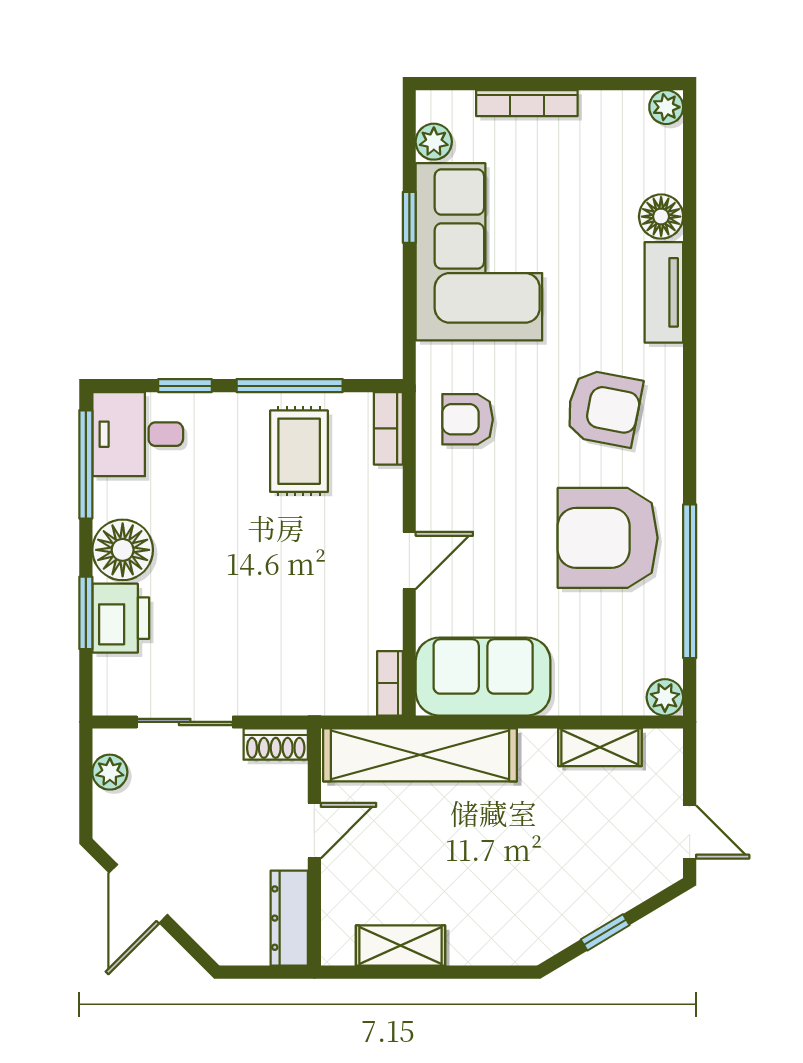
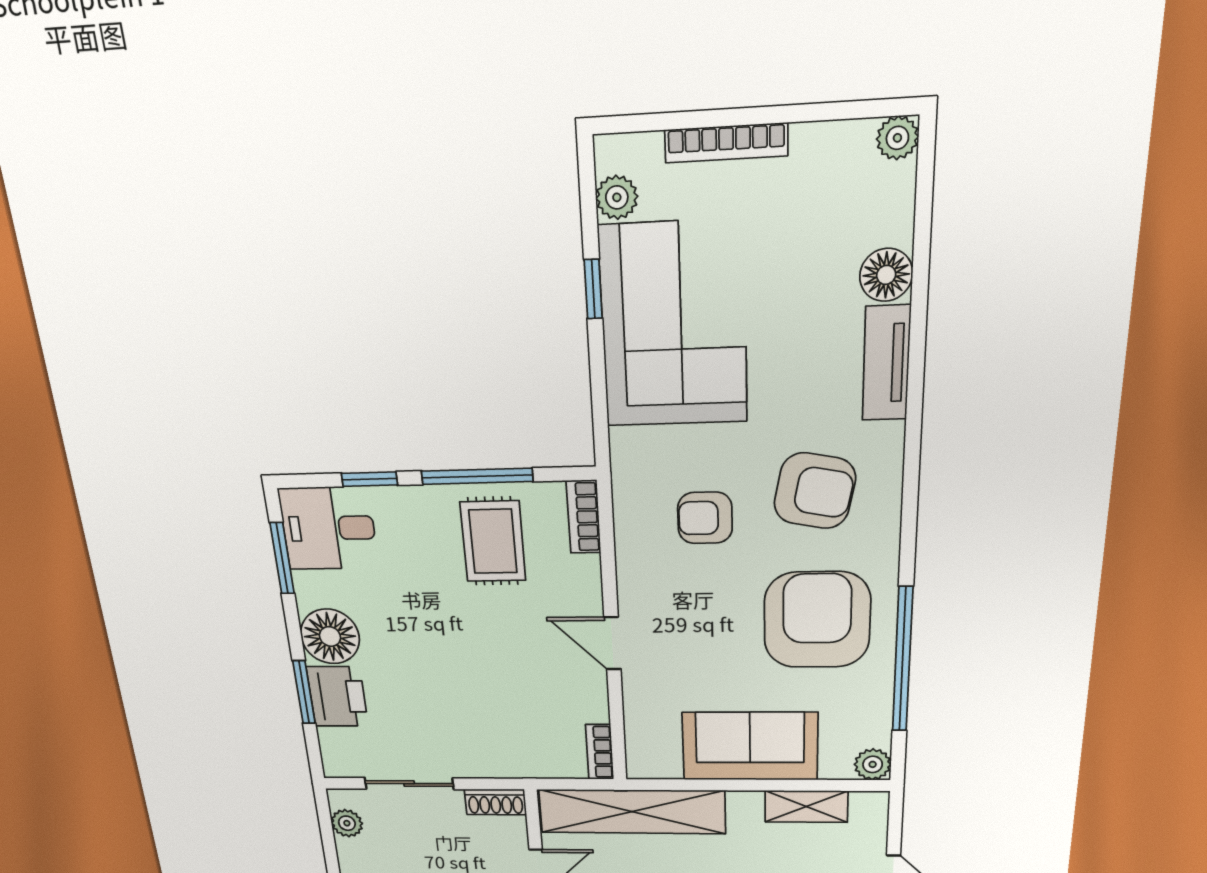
armchair: (468, 419) -> (705, 518), moved
window: (86, 464) -> (282, 558), width x0.69
armchair: (608, 538) -> (817, 620), turned 90
door: (409, 560) -> (612, 643), swing flipped
sofa: (483, 677) -> (750, 746), moved

